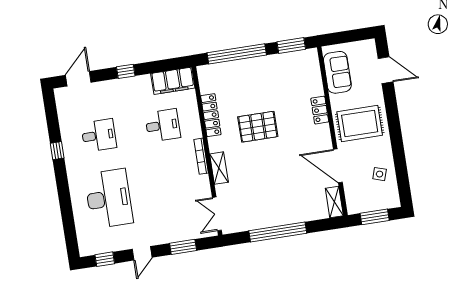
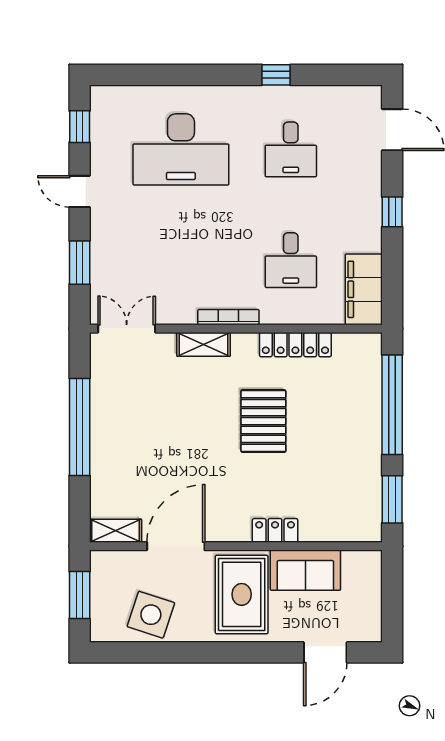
sofa: (337, 72) -> (305, 570), moved
side table: (380, 174) -> (151, 615), width x1.87, depth x1.87

